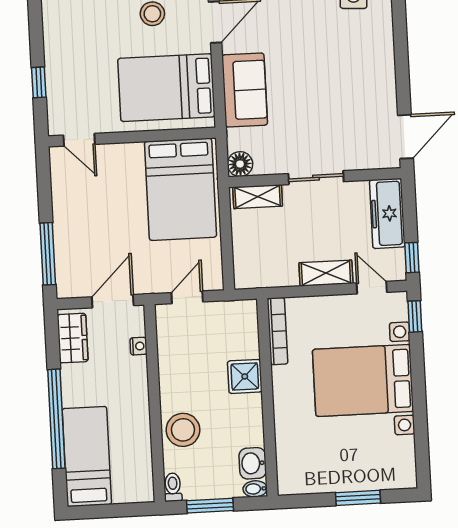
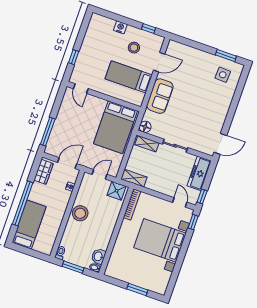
bed: (166, 88) -> (129, 77), width x0.67
shelving: (326, 273) -> (134, 178), moved
shower: (245, 376) -> (117, 191), moved
stool: (183, 430) -> (80, 213), moved

